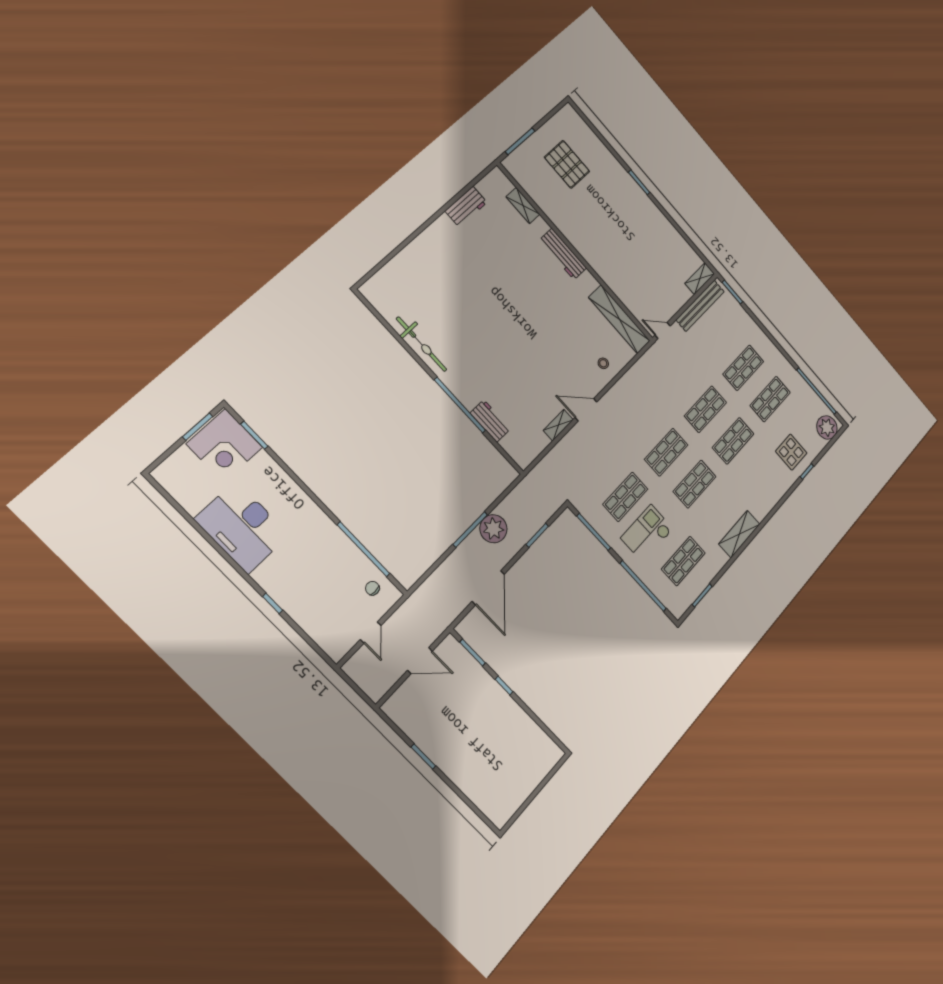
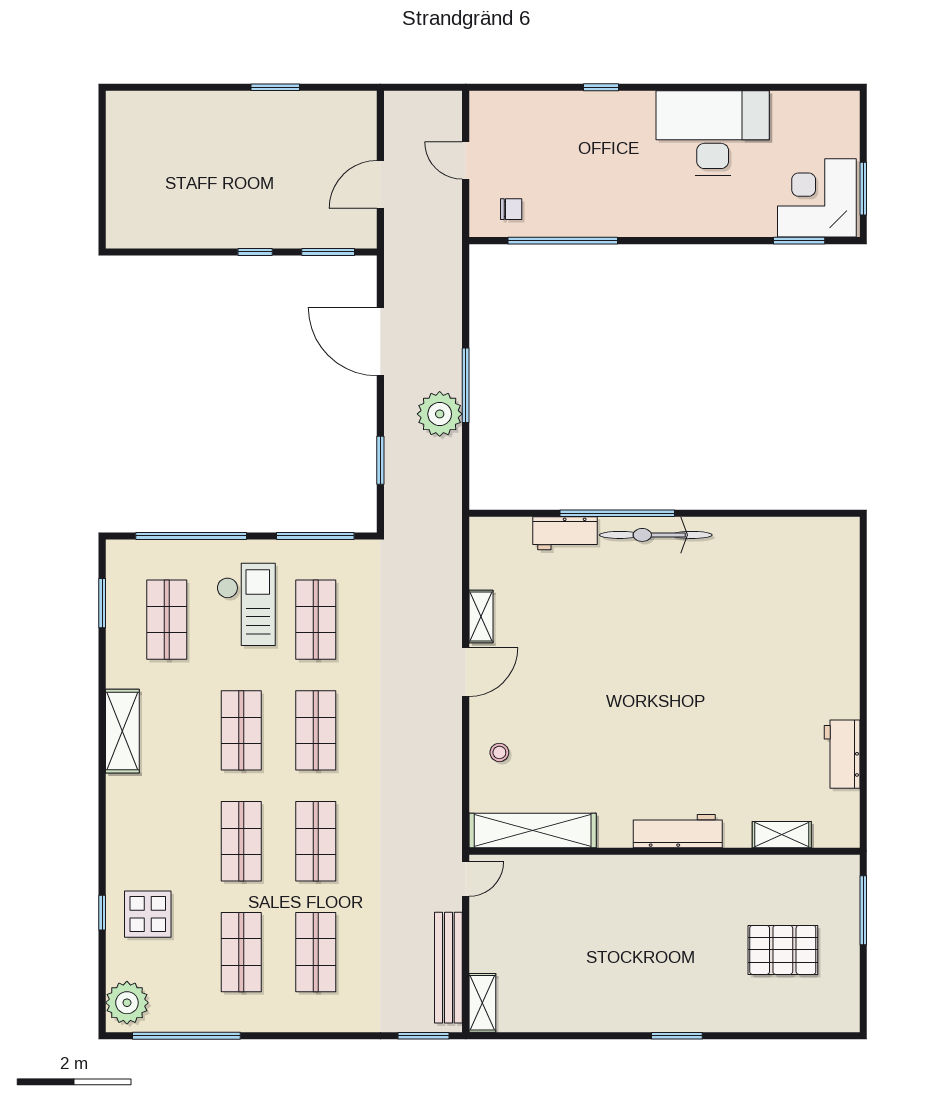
bicycle: (422, 344) -> (656, 535), moved

